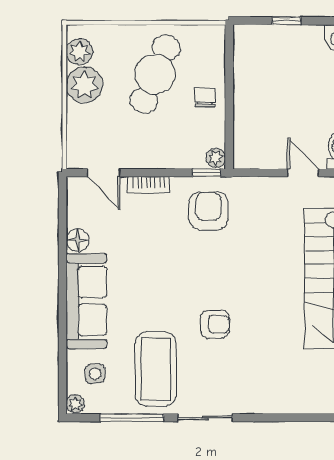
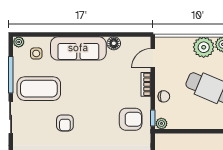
chair: (205, 97) -> (164, 96), moved

